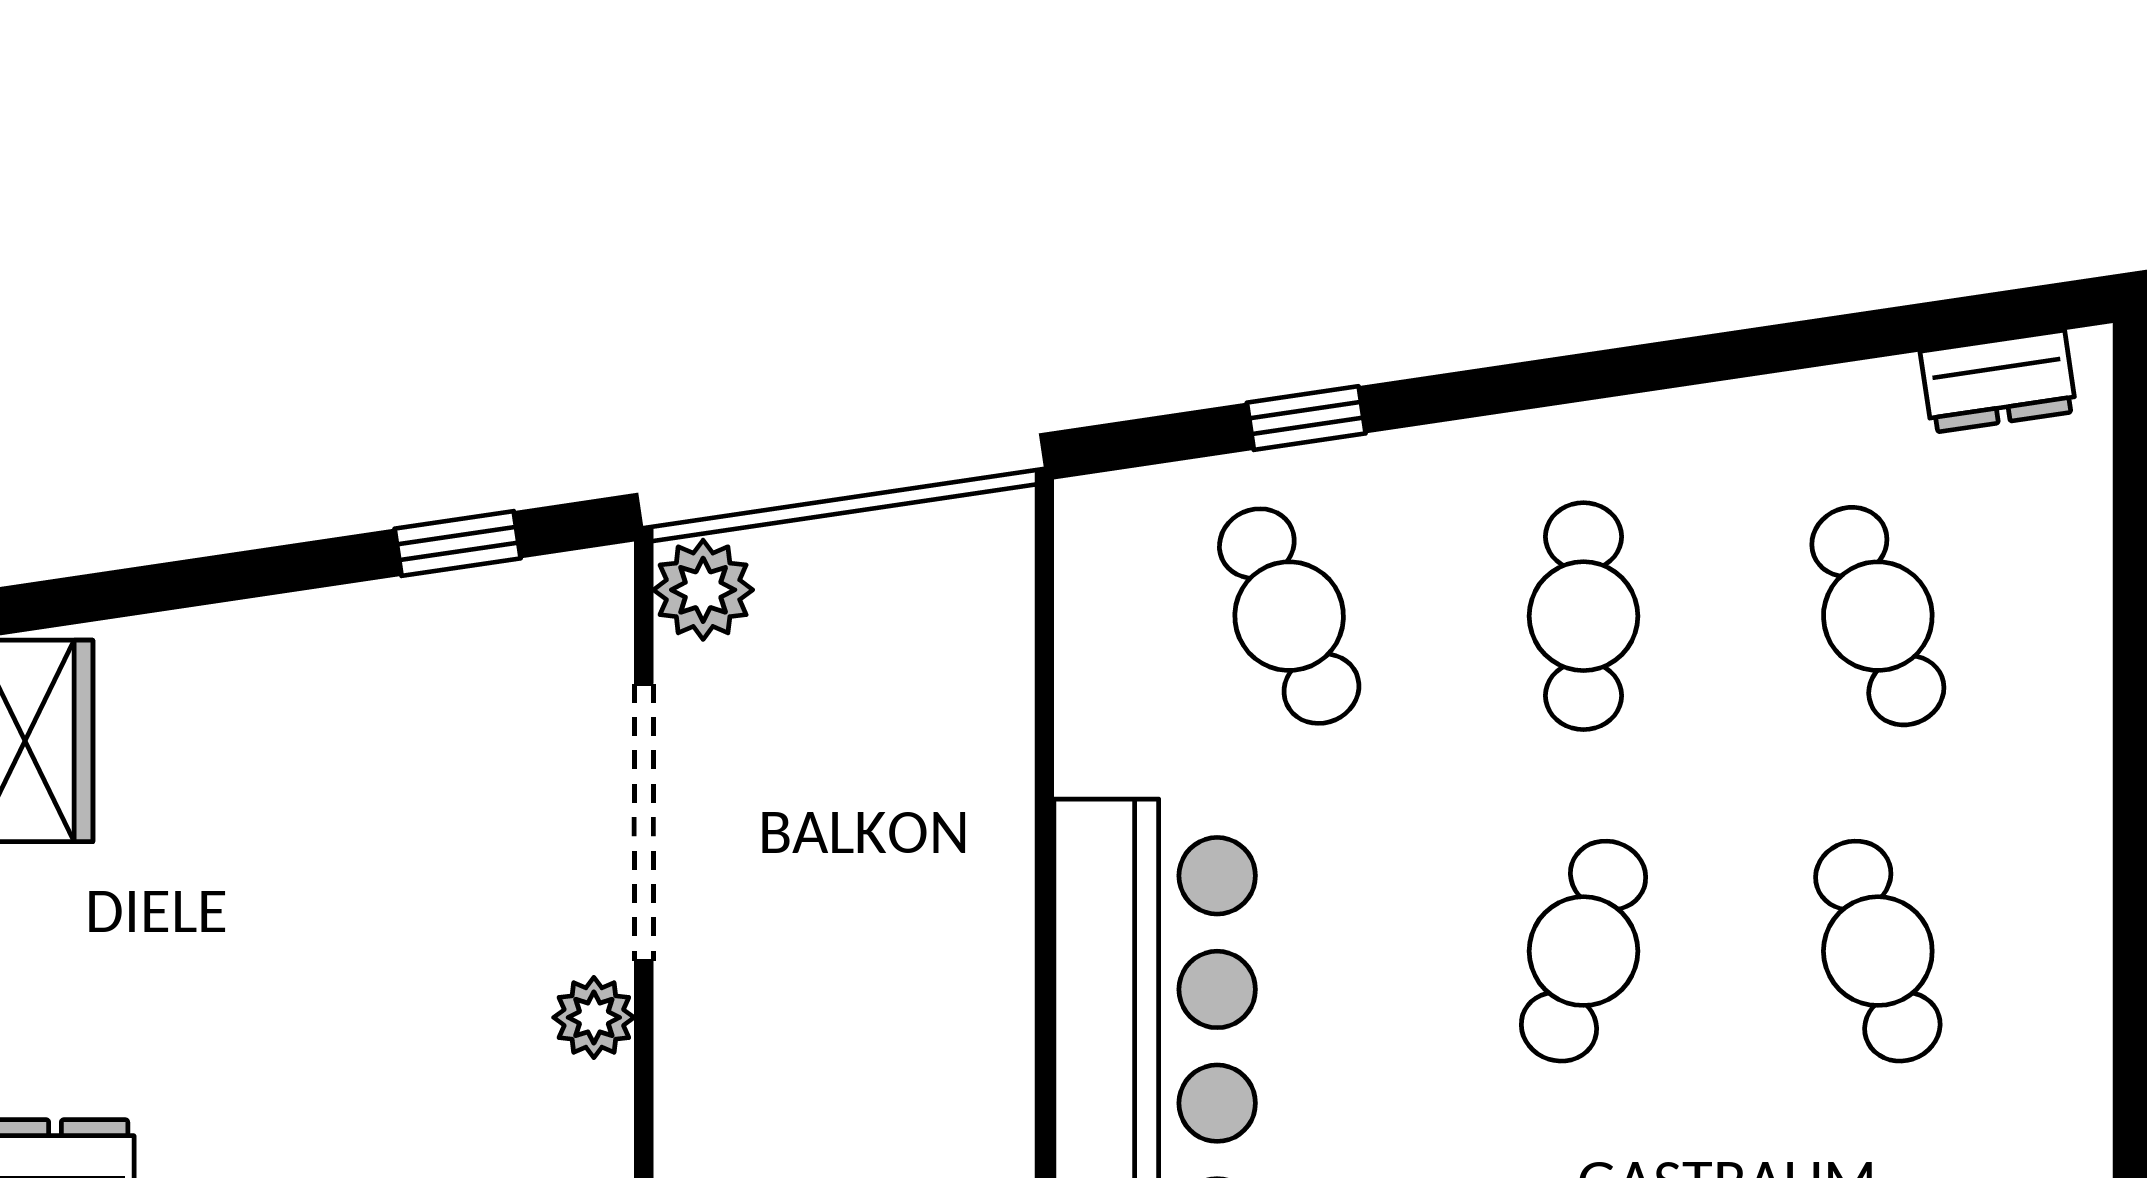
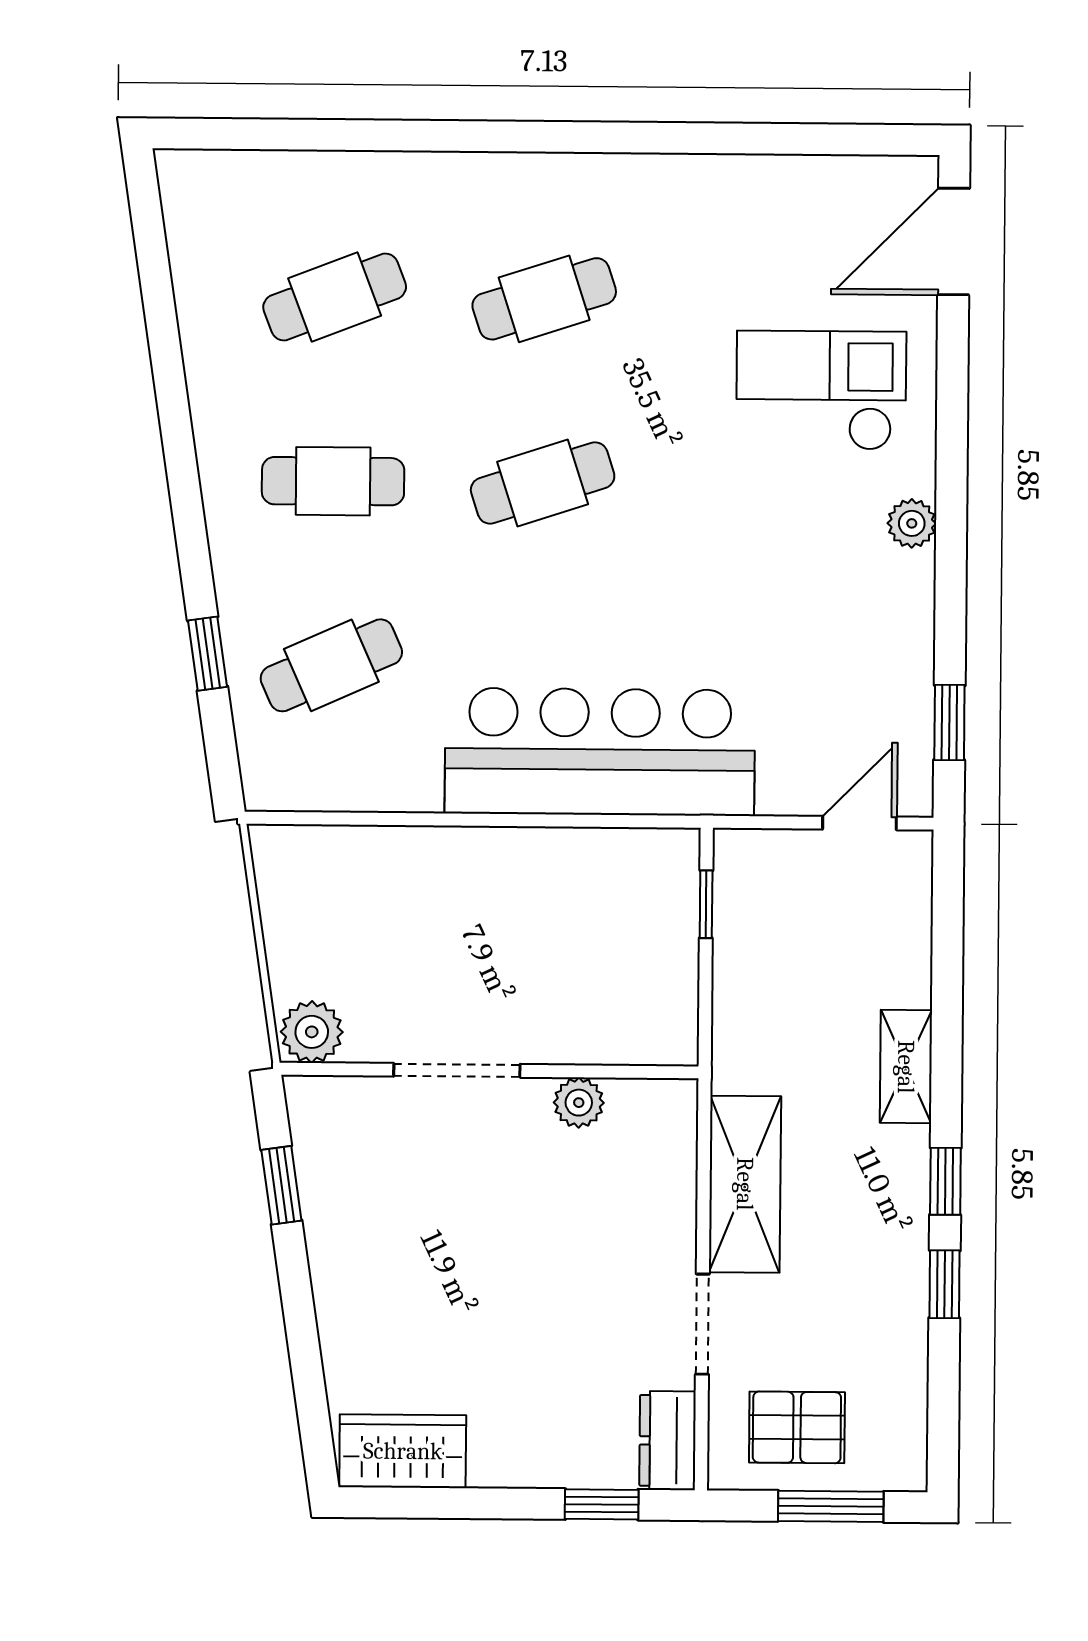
dresser: (1998, 381) -> (188, 220), removed
doorway: (644, 822) -> (457, 1070), width x0.73
cafe table: (1583, 951) -> (543, 483), turned -36

